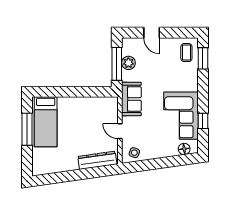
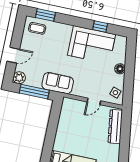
plant: (128, 63) -> (19, 78), moved
sofa: (131, 99) -> (58, 83), moved
floor lamp: (184, 149) -> (120, 69), moved

